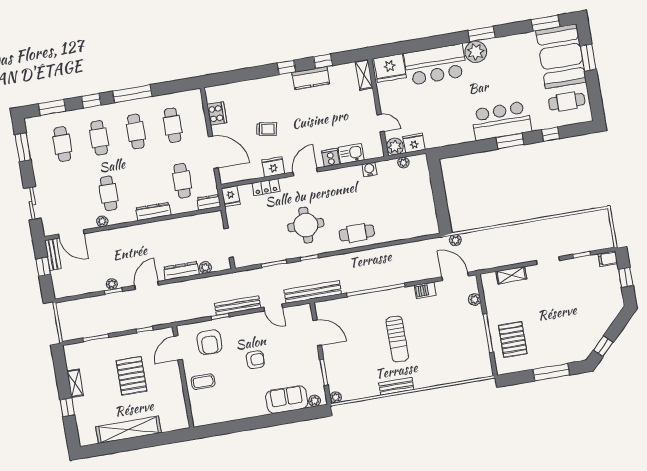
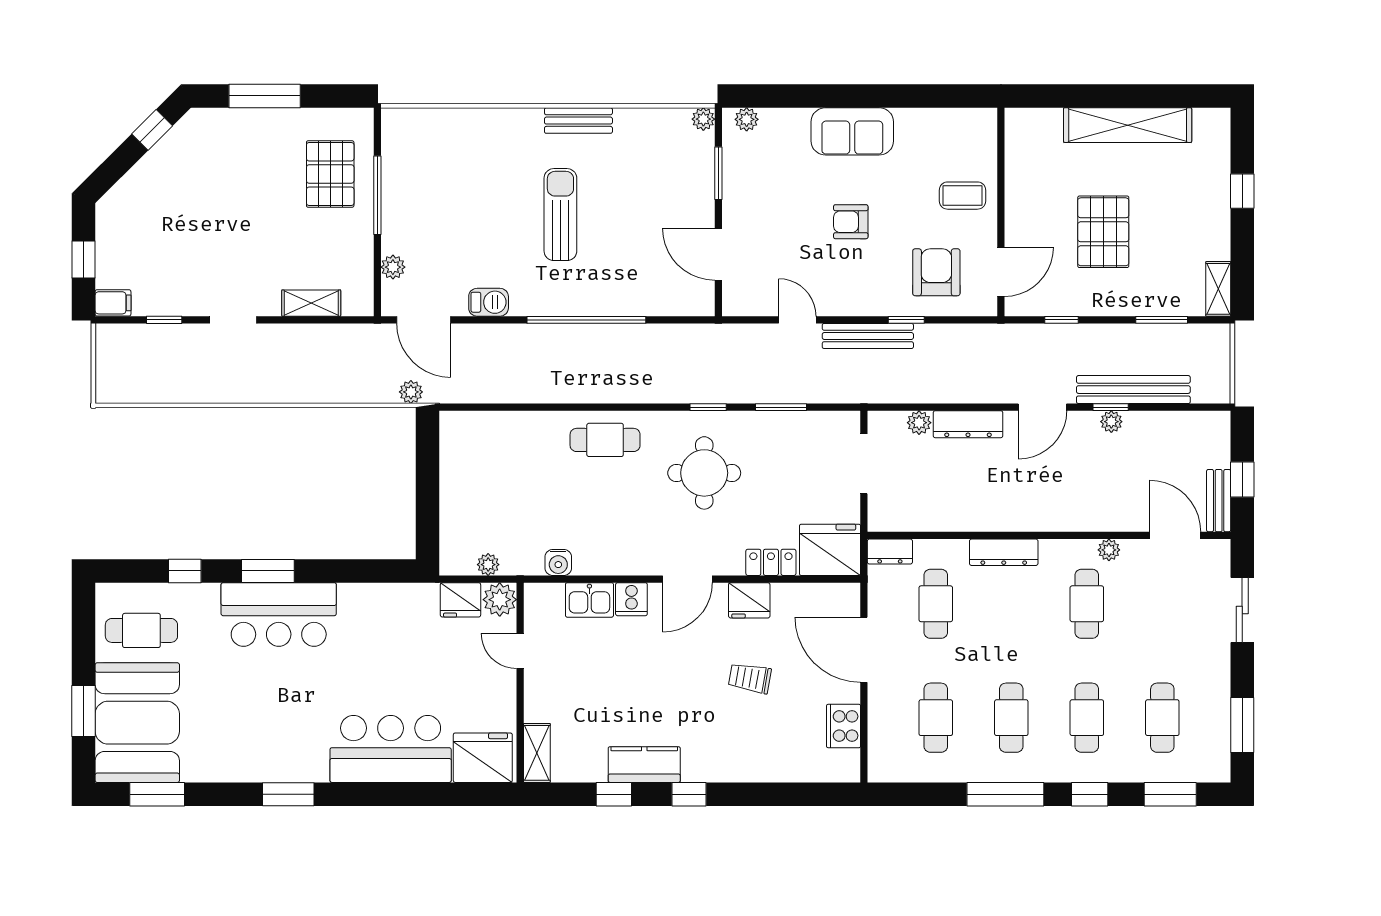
plant: (476, 52) -> (306, 761), removed
fridge: (231, 196) -> (830, 550), width x1.88, depth x1.34
bench: (313, 292) -> (1133, 390), moved
shelving: (75, 383) -> (1218, 289), moved
sofa: (287, 400) -> (852, 131), moved

